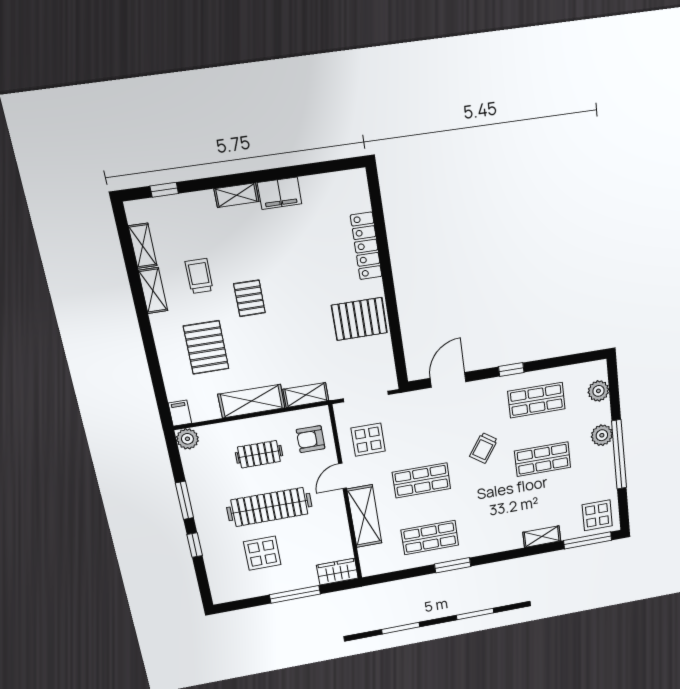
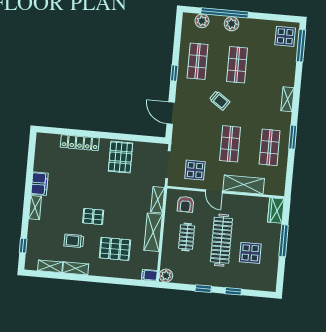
window: (619, 455) -> (225, 13), moved
window: (185, 500) -> (203, 289), width x0.67
shelving: (542, 537) -> (287, 99), moved

